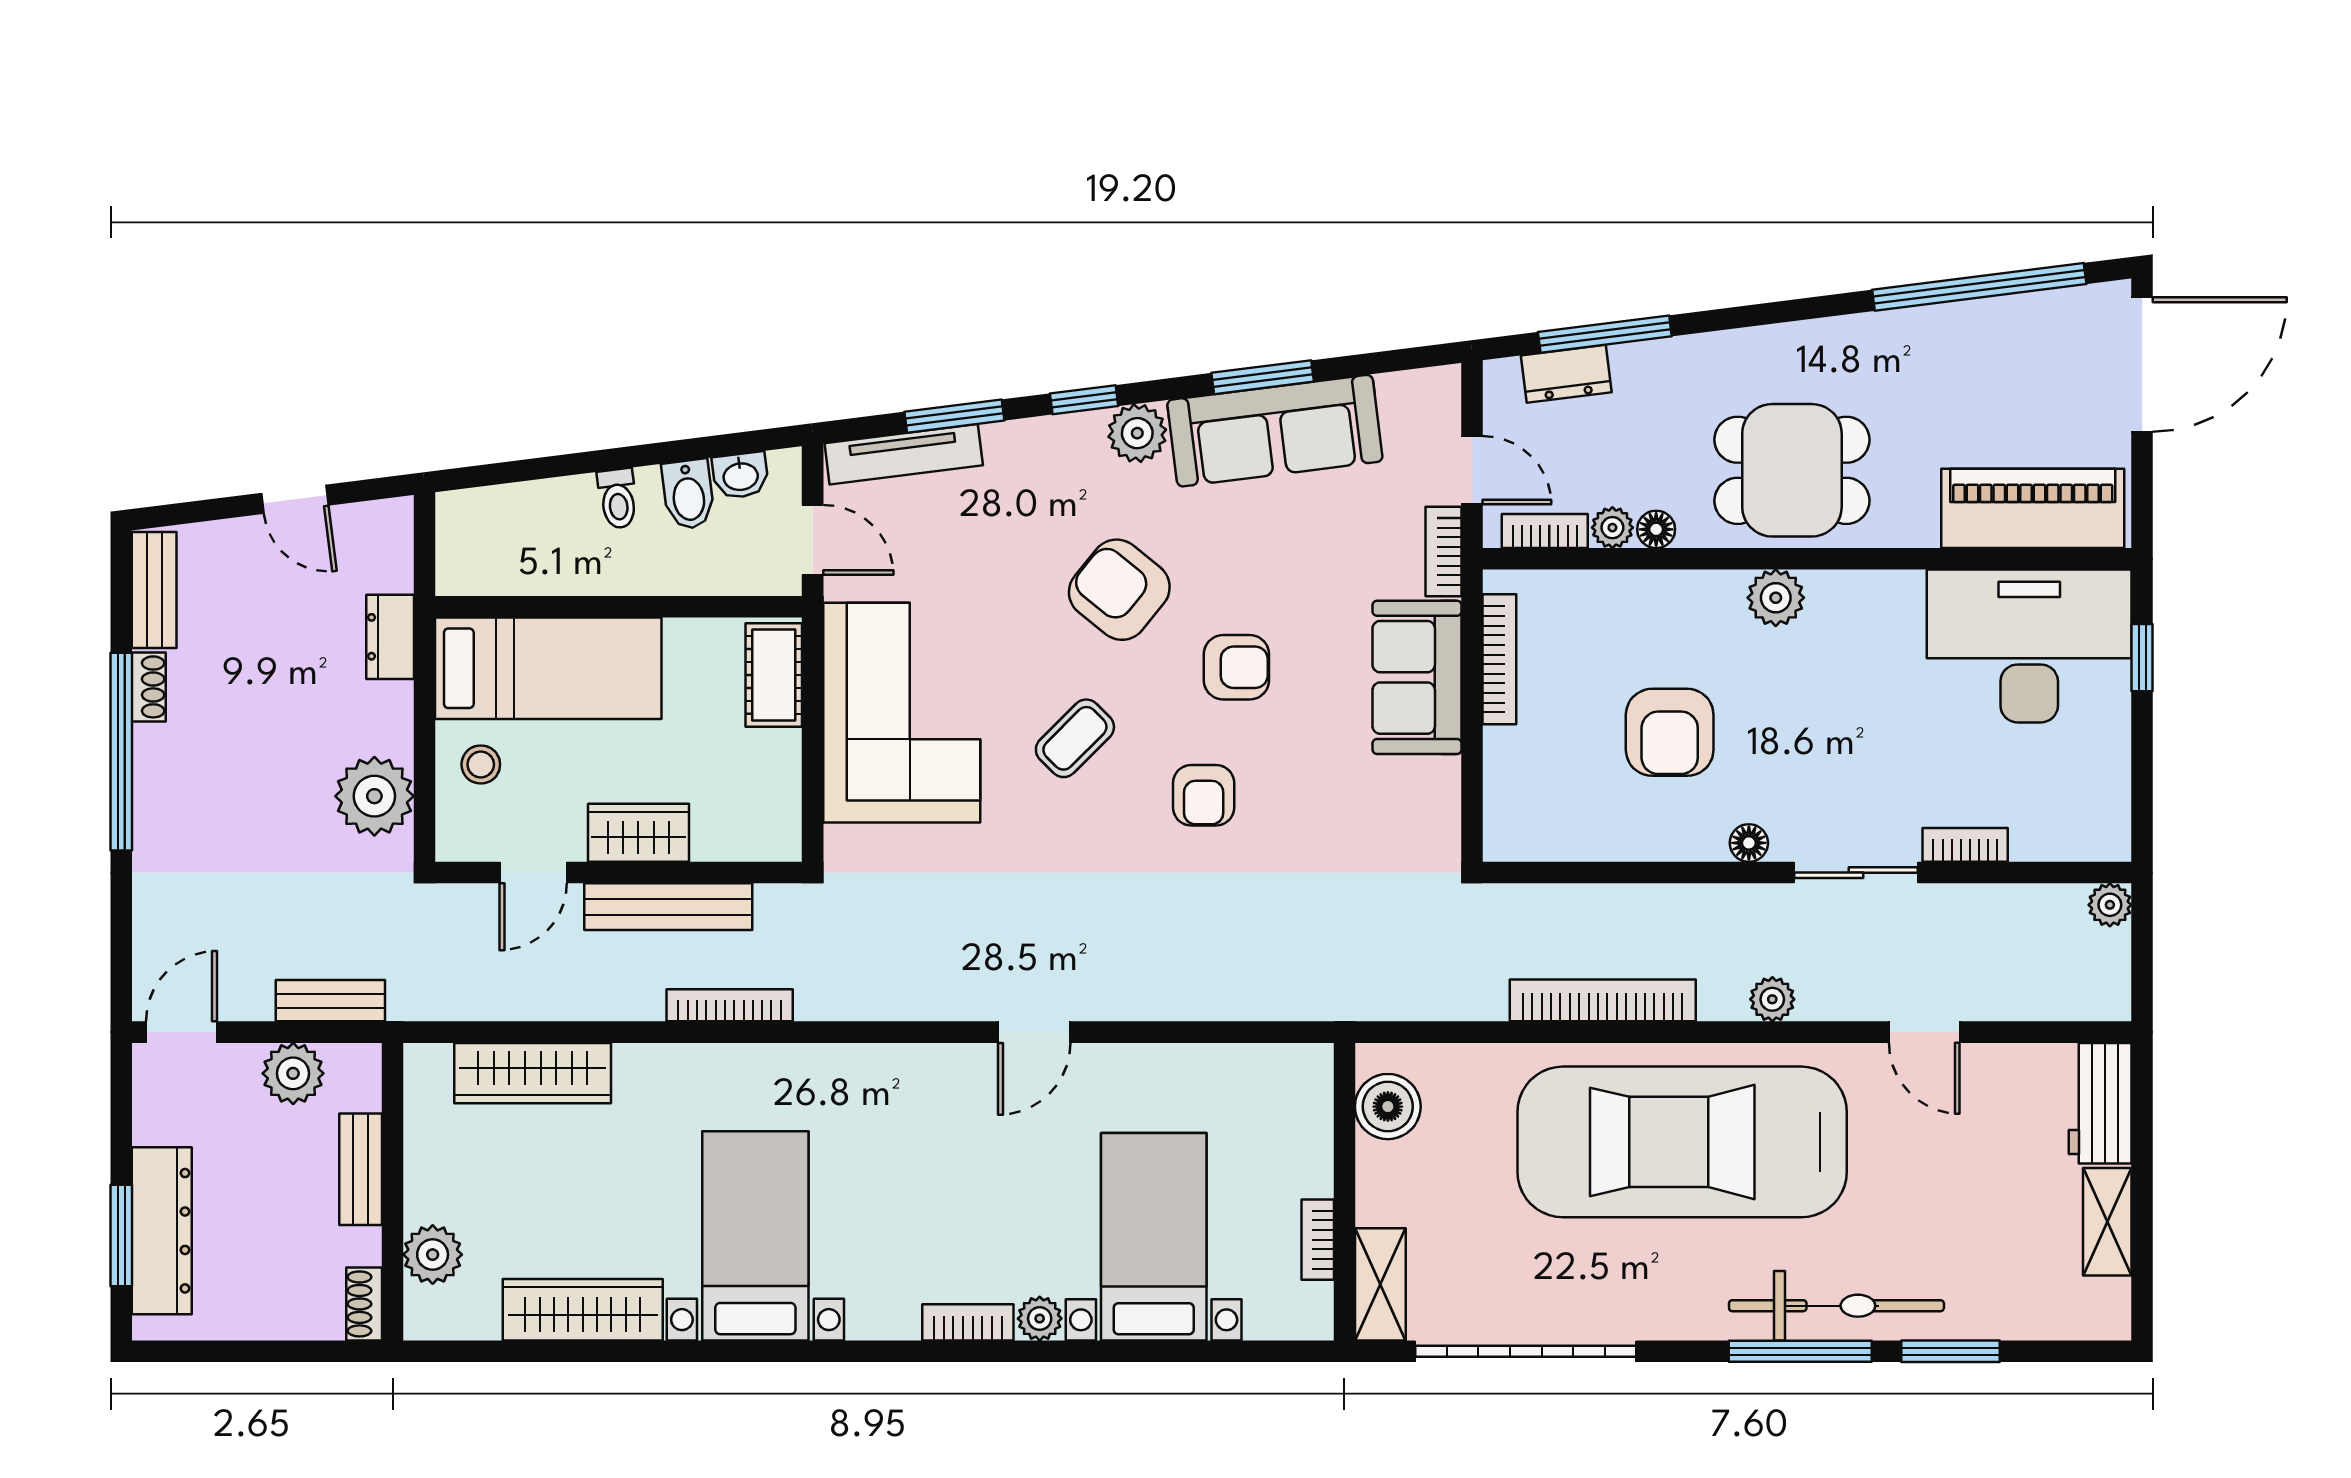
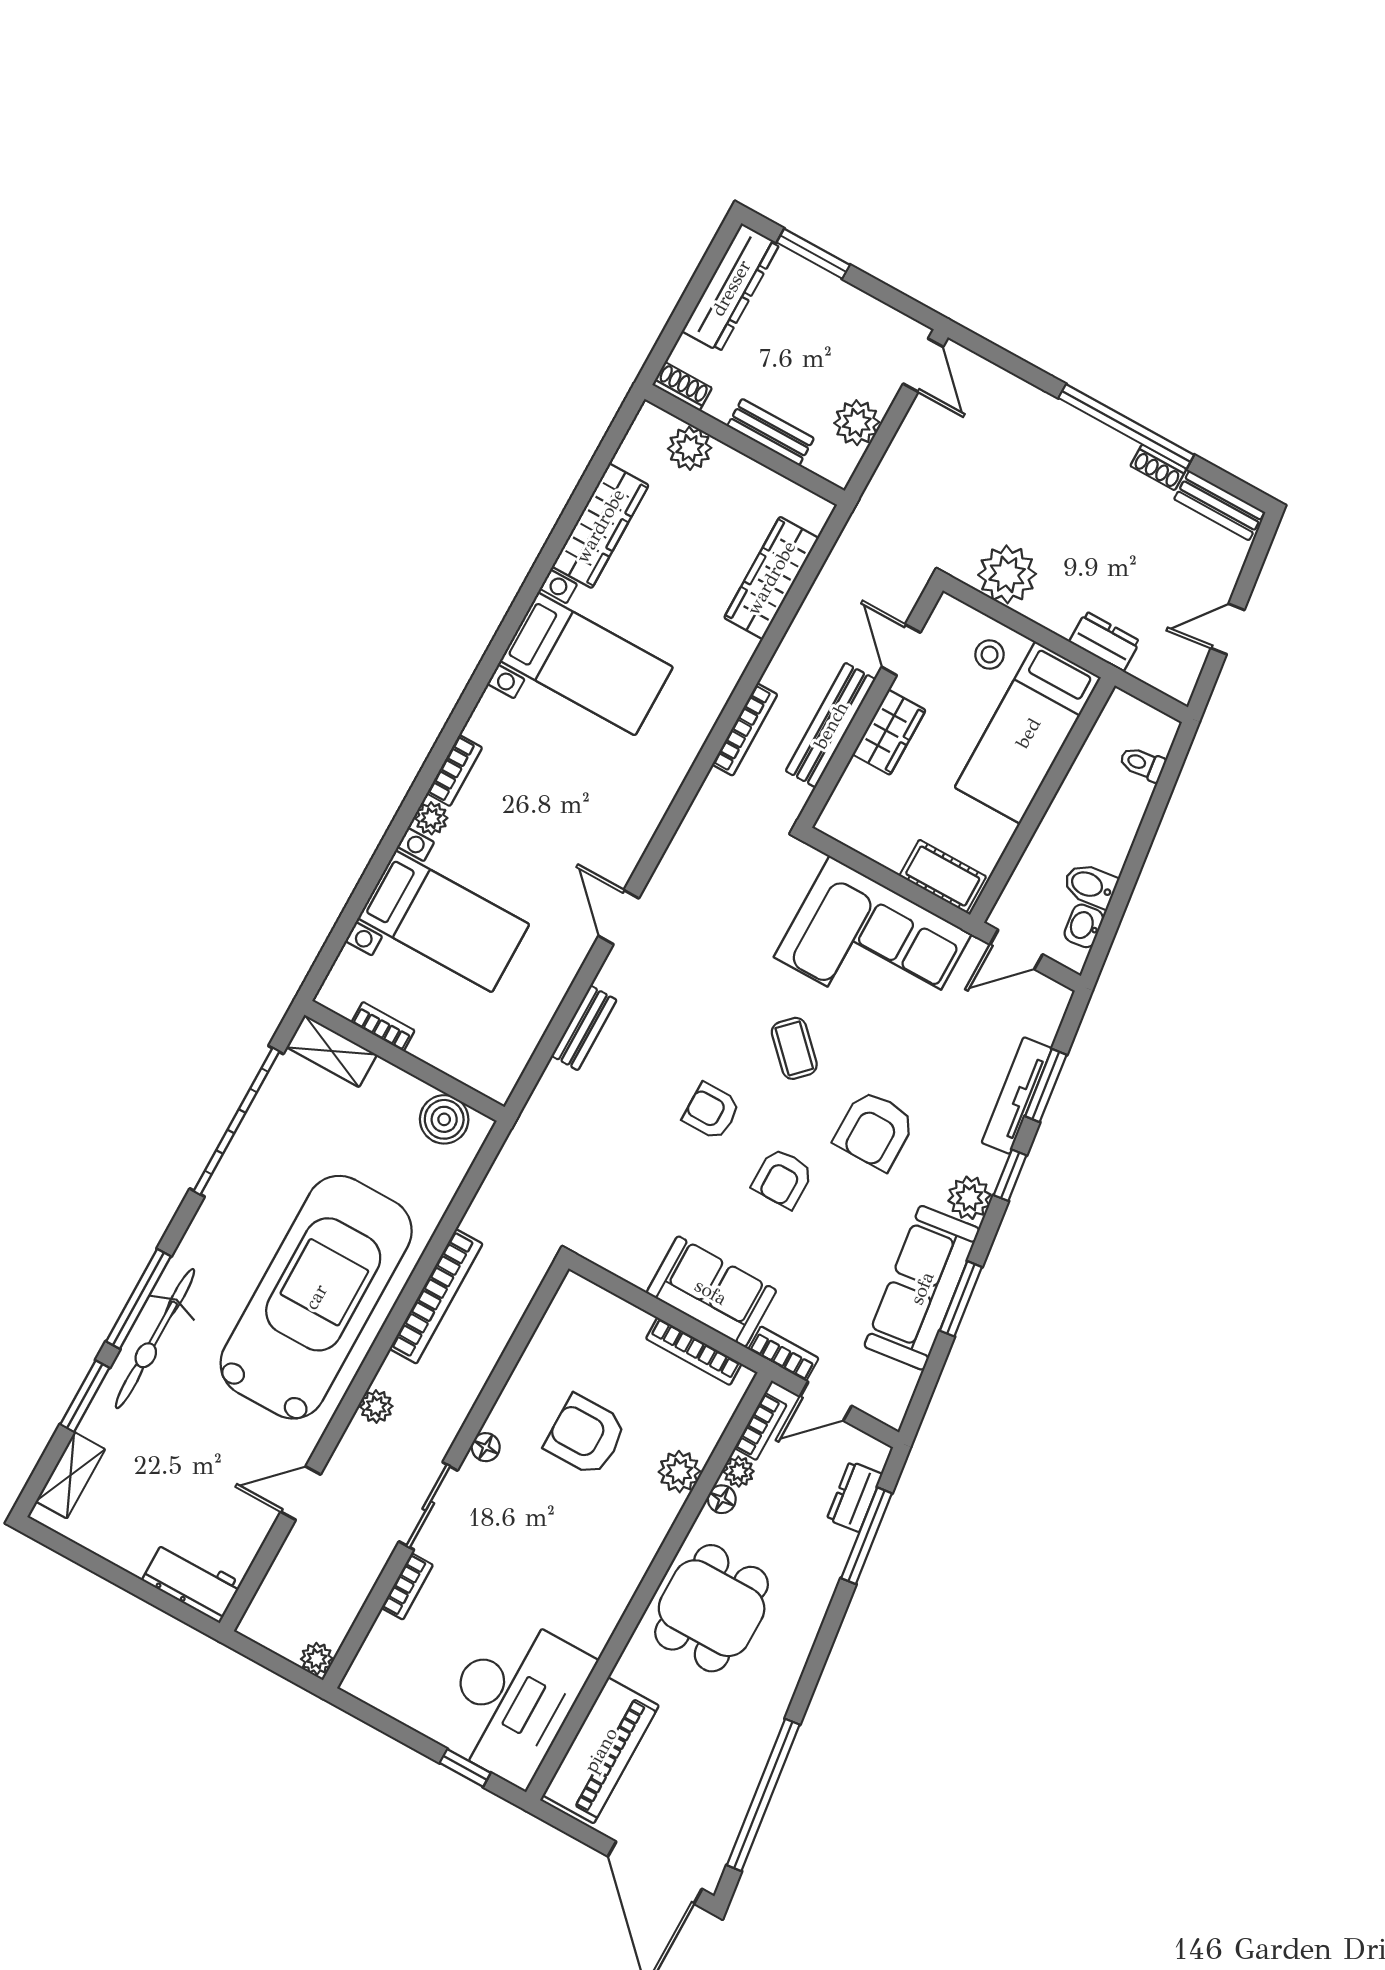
tv unit: (904, 454) -> (1017, 1096), moved
toilet: (618, 499) -> (1142, 764), moved
armchair: (1119, 590) -> (875, 1130), turned 141
plant: (1776, 598) -> (679, 1472), moved
bench: (330, 1001) -> (584, 1028), moved
shelving: (2107, 1222) -> (70, 1475), moved, turned 90
dresser: (162, 1231) -> (731, 288), moved, turned -90

